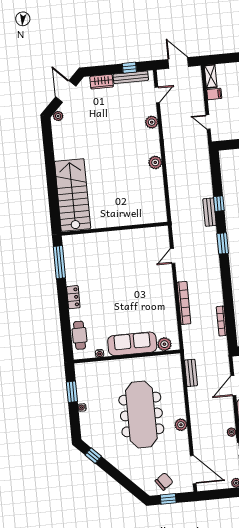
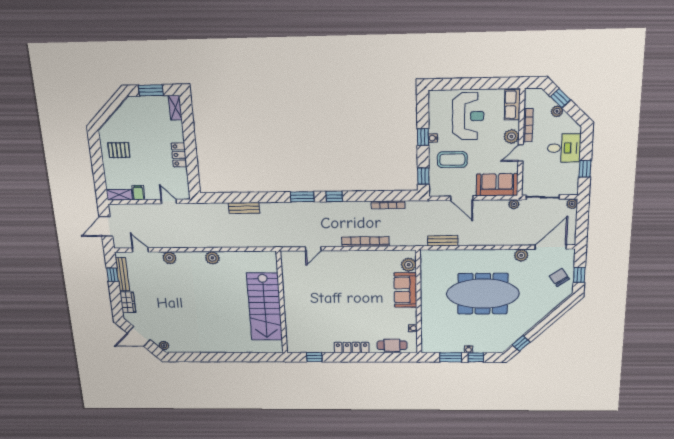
door: (208, 122) -> (169, 201), swing flipped
stairs: (73, 195) -> (265, 307), moved, turned -90
window: (219, 204) -> (334, 196), moved
bench: (210, 212) -> (244, 208), moved
door: (173, 256) -> (313, 249), hinge flipped
window: (59, 262) -> (314, 357), width x0.46
locker: (73, 297) -> (352, 348), width x1.53
sofa: (132, 344) -> (405, 290), width x0.73
window: (74, 415) -> (476, 357), added
plant: (181, 425) -> (521, 255), moved

